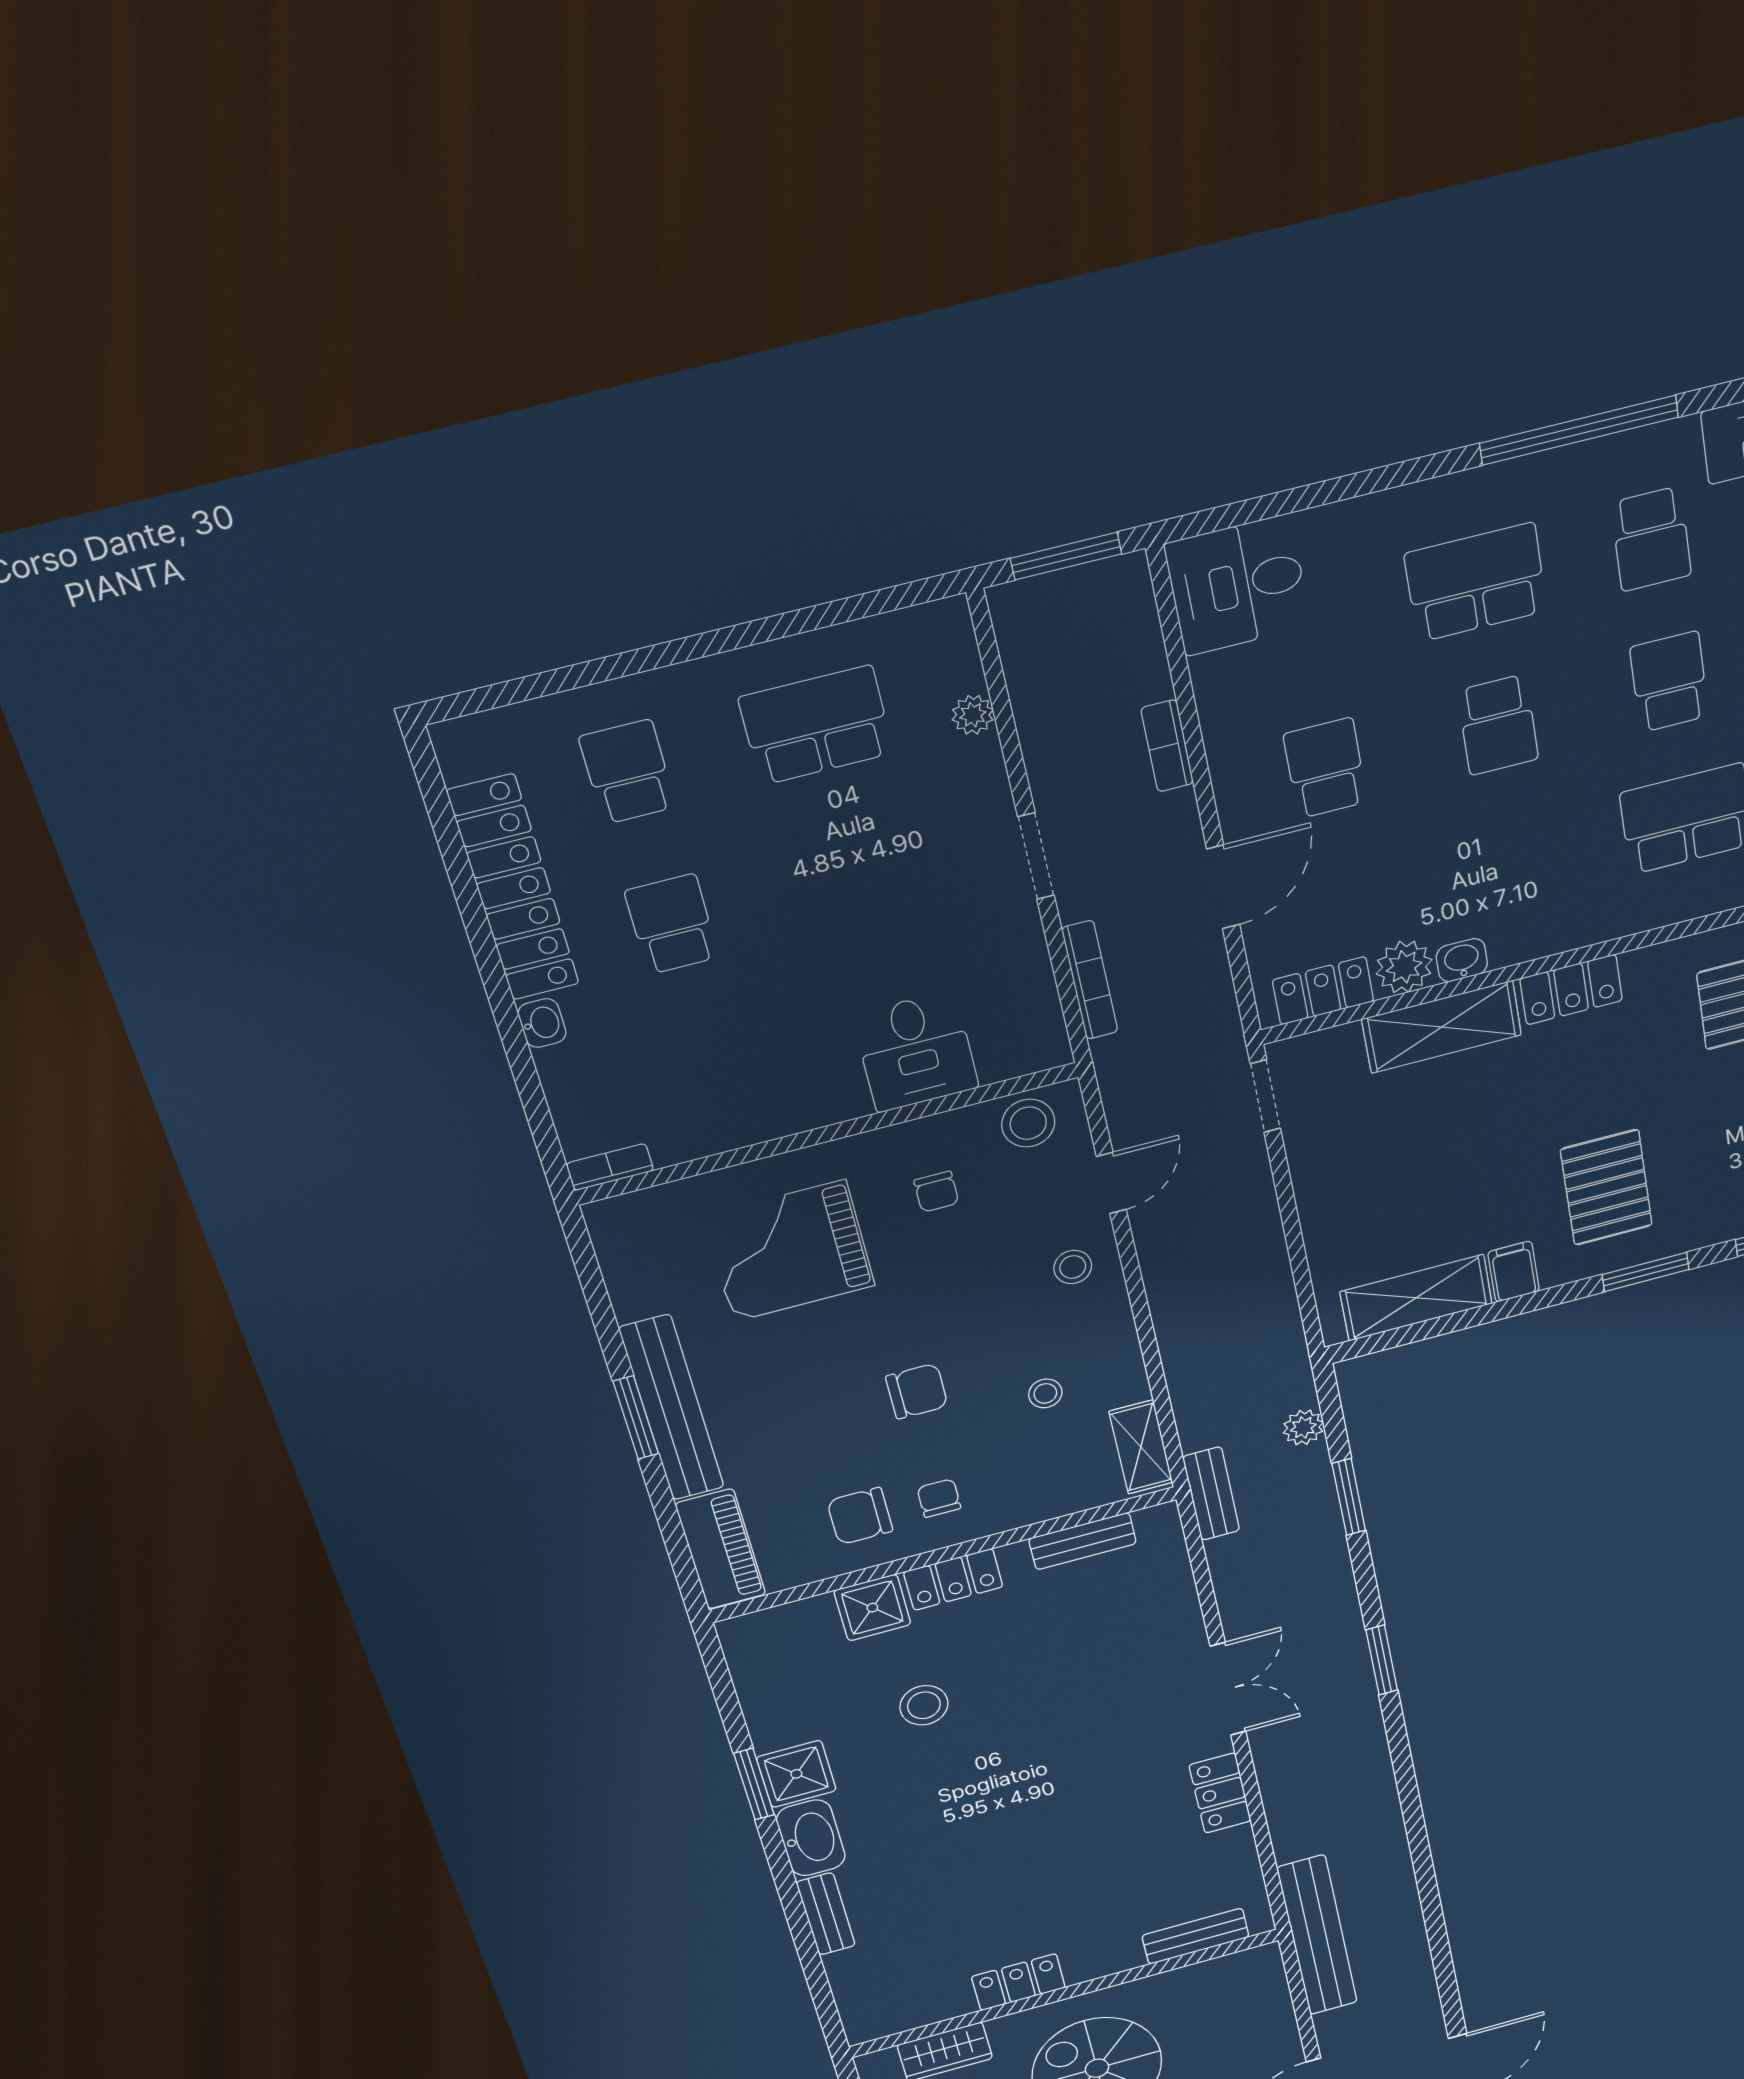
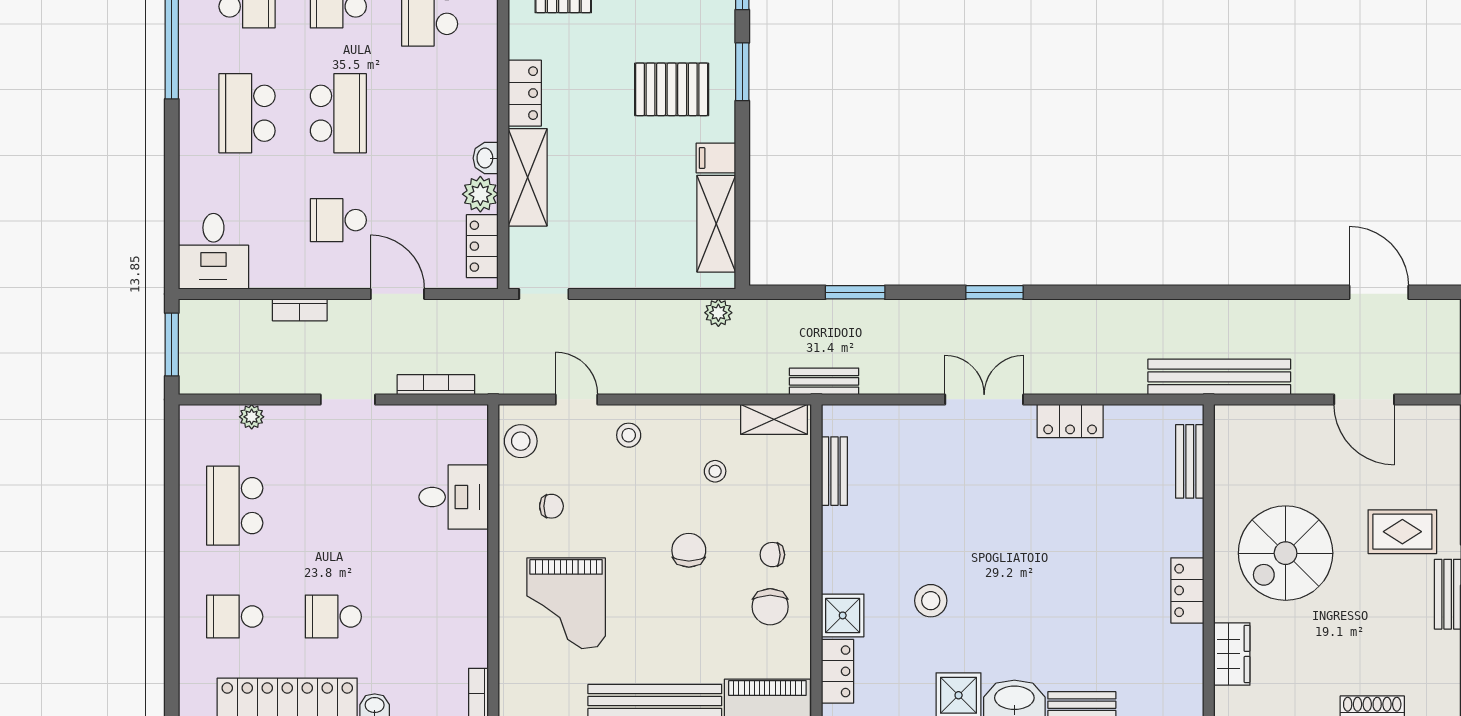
school desk: (1498, 725) -> (338, 113), width x1.85
plant: (1303, 1427) -> (718, 313), moved
locker: (953, 1579) -> (837, 671), moved

